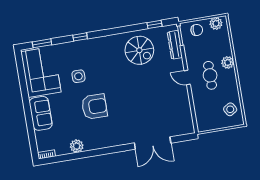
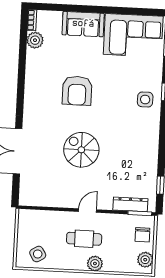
spiral stairs: (139, 50) -> (81, 150), moved, turned 90
side table: (78, 76) -> (145, 99), moved
plant: (77, 146) -> (35, 40), moved

